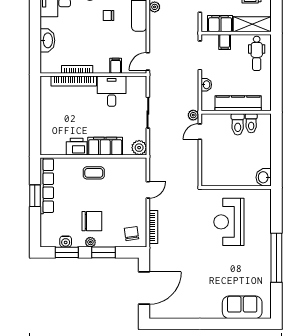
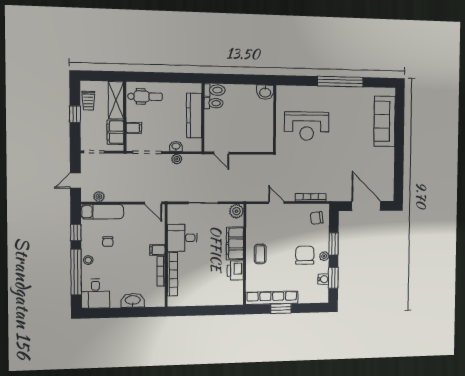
filing cabinet: (116, 66) -> (157, 250), moved
plant: (193, 115) -> (177, 159), moved
toilet: (238, 124) -> (215, 90), moved
sofa: (242, 307) -> (385, 121), width x1.36

